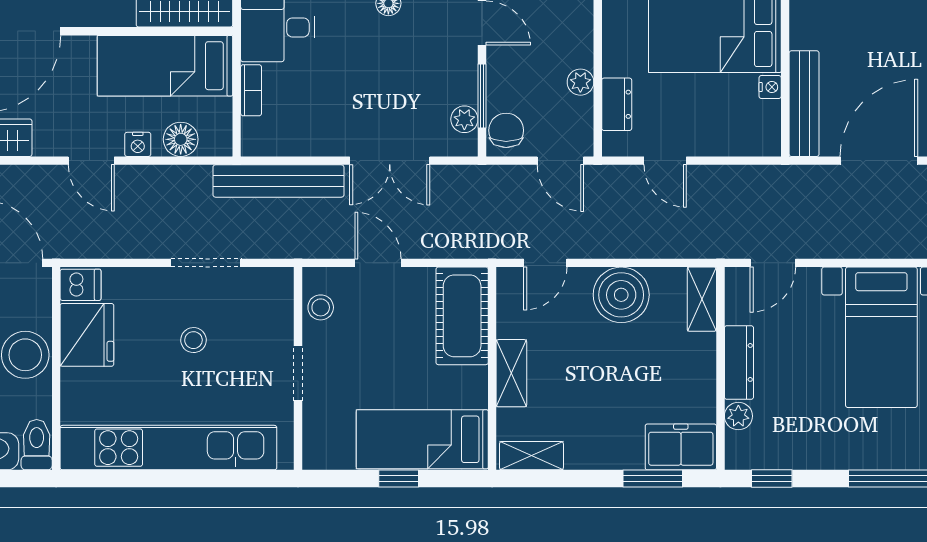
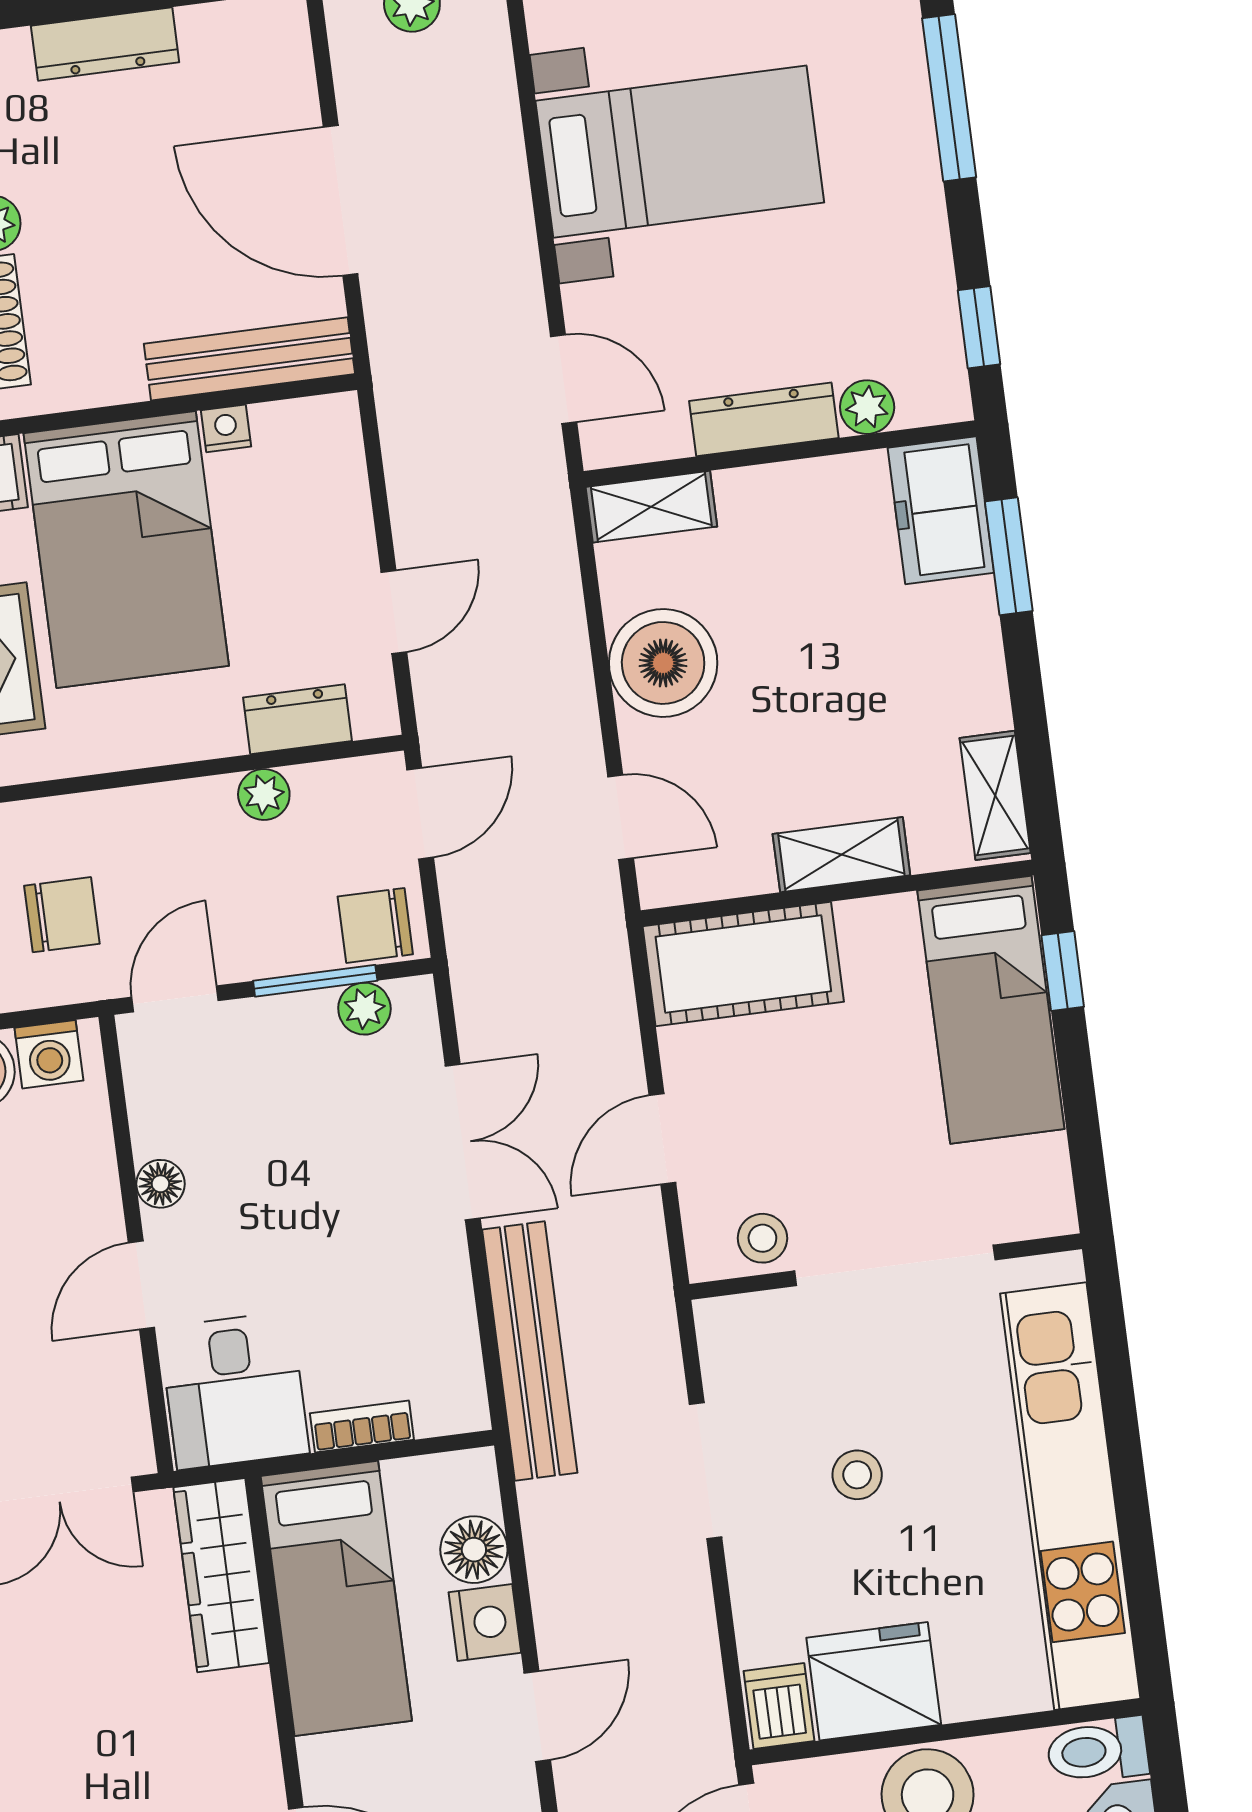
nightstand: (138, 144) -> (485, 1622), width x1.39, depth x1.35
doorway: (298, 373) -> (895, 1265), width x1.87
window: (399, 479) -> (1063, 971), moved

